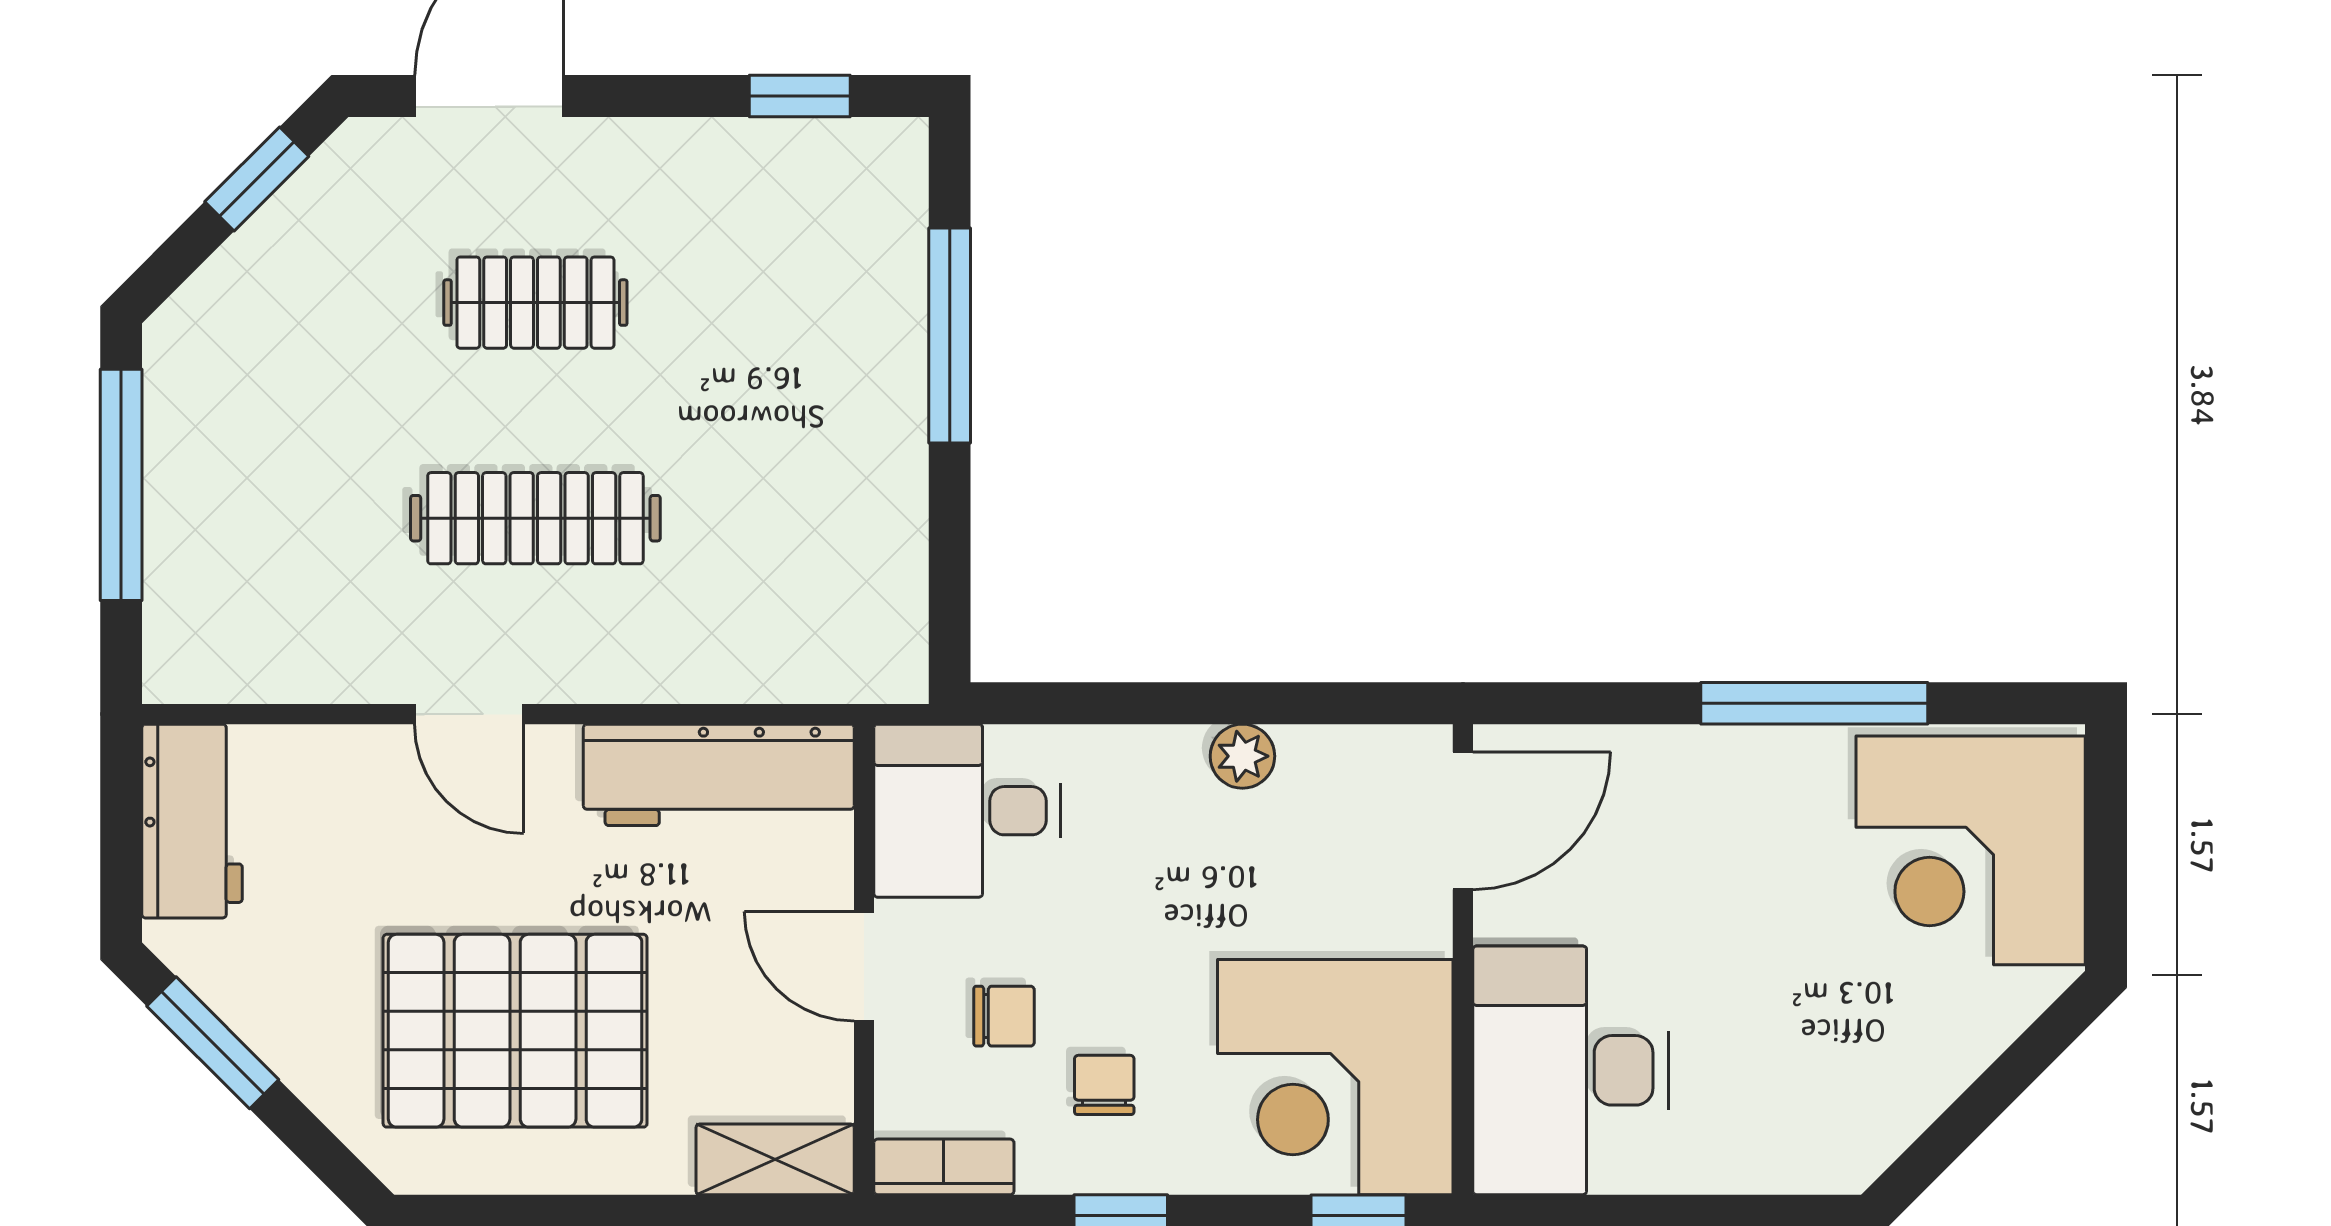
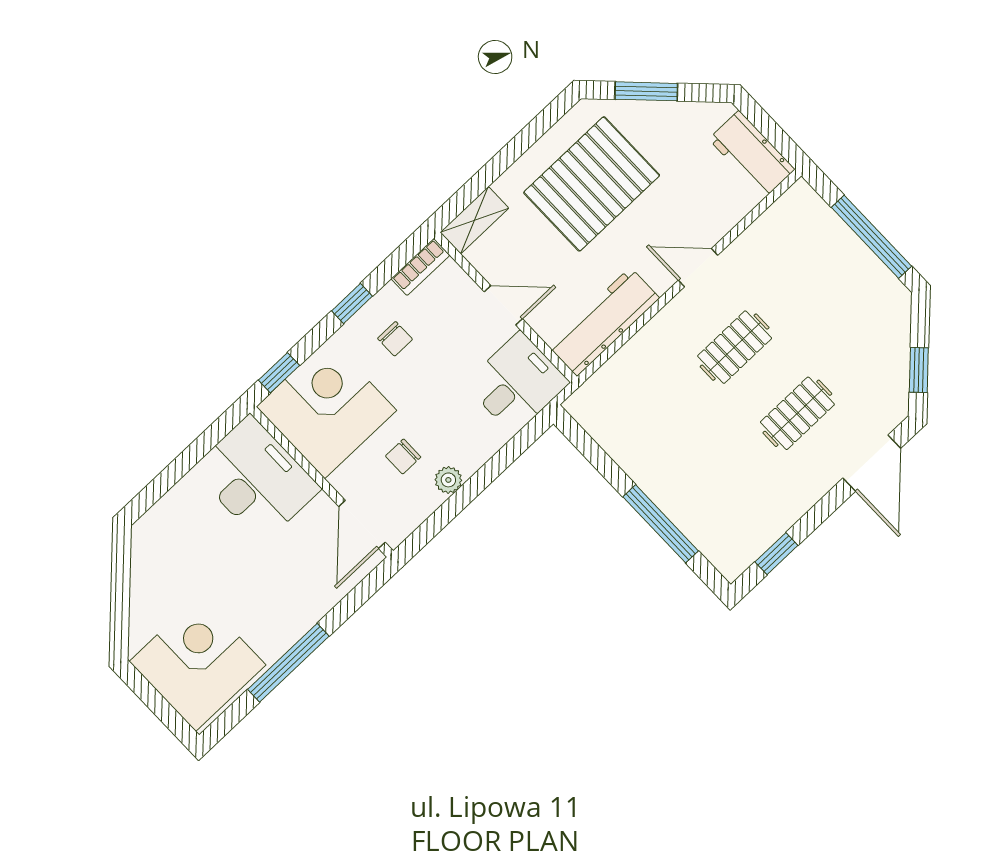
clothes rail: (535, 518) -> (735, 347), width x0.73
chair: (1004, 1016) -> (403, 457), moved
window: (213, 1043) -> (646, 91), moved

